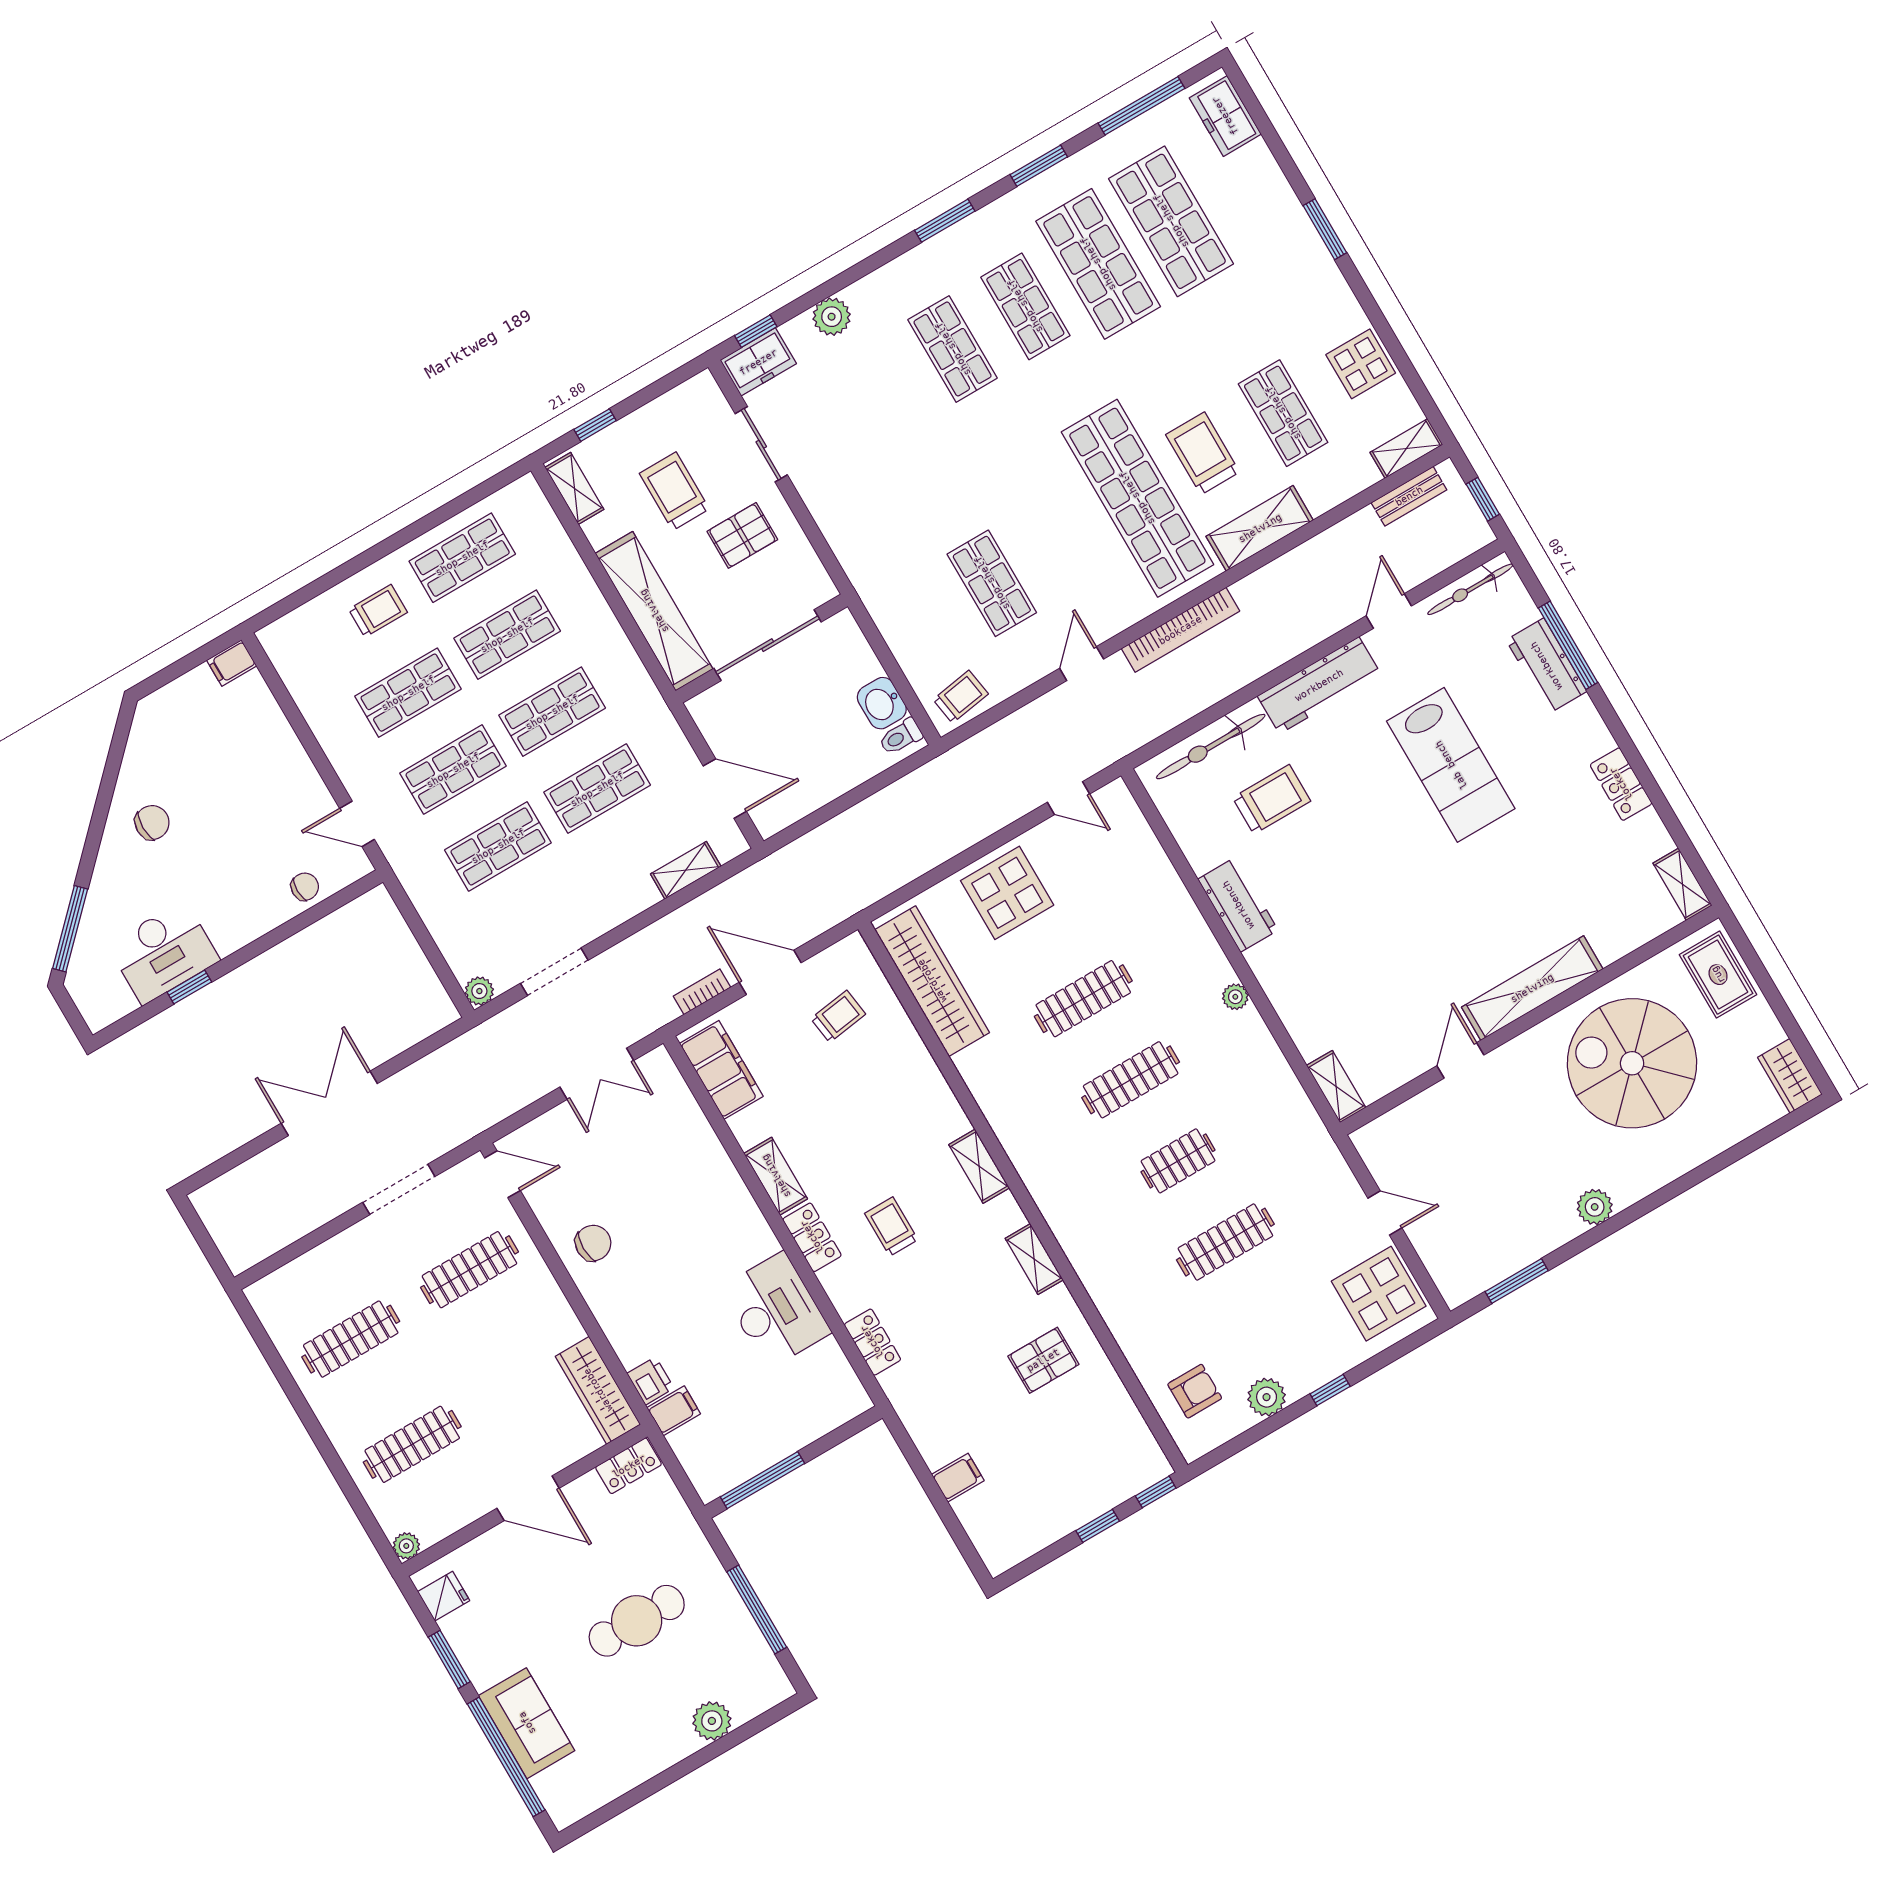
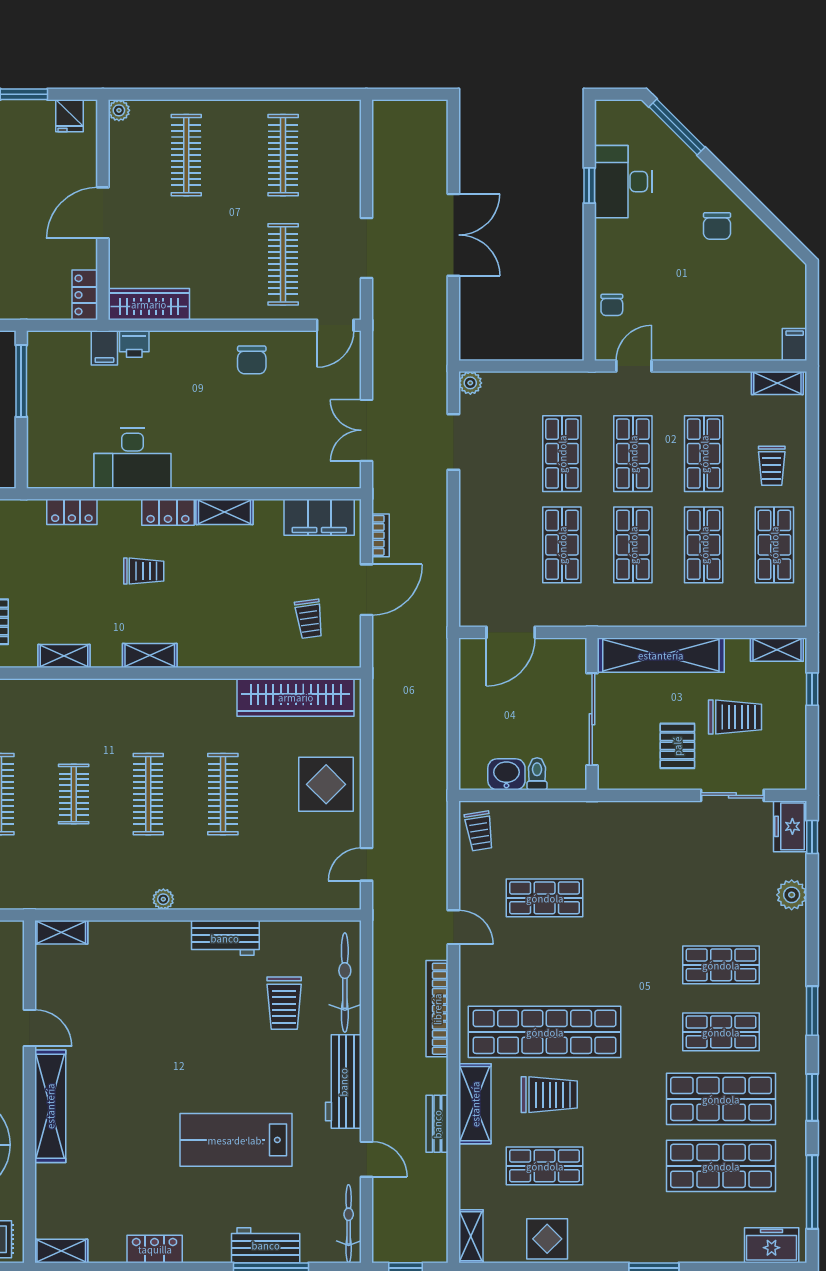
bench: (1409, 496) -> (437, 1124), moved
toilet: (901, 737) -> (537, 774), moved
shelving: (686, 870) -> (777, 383), moved, turned 90

